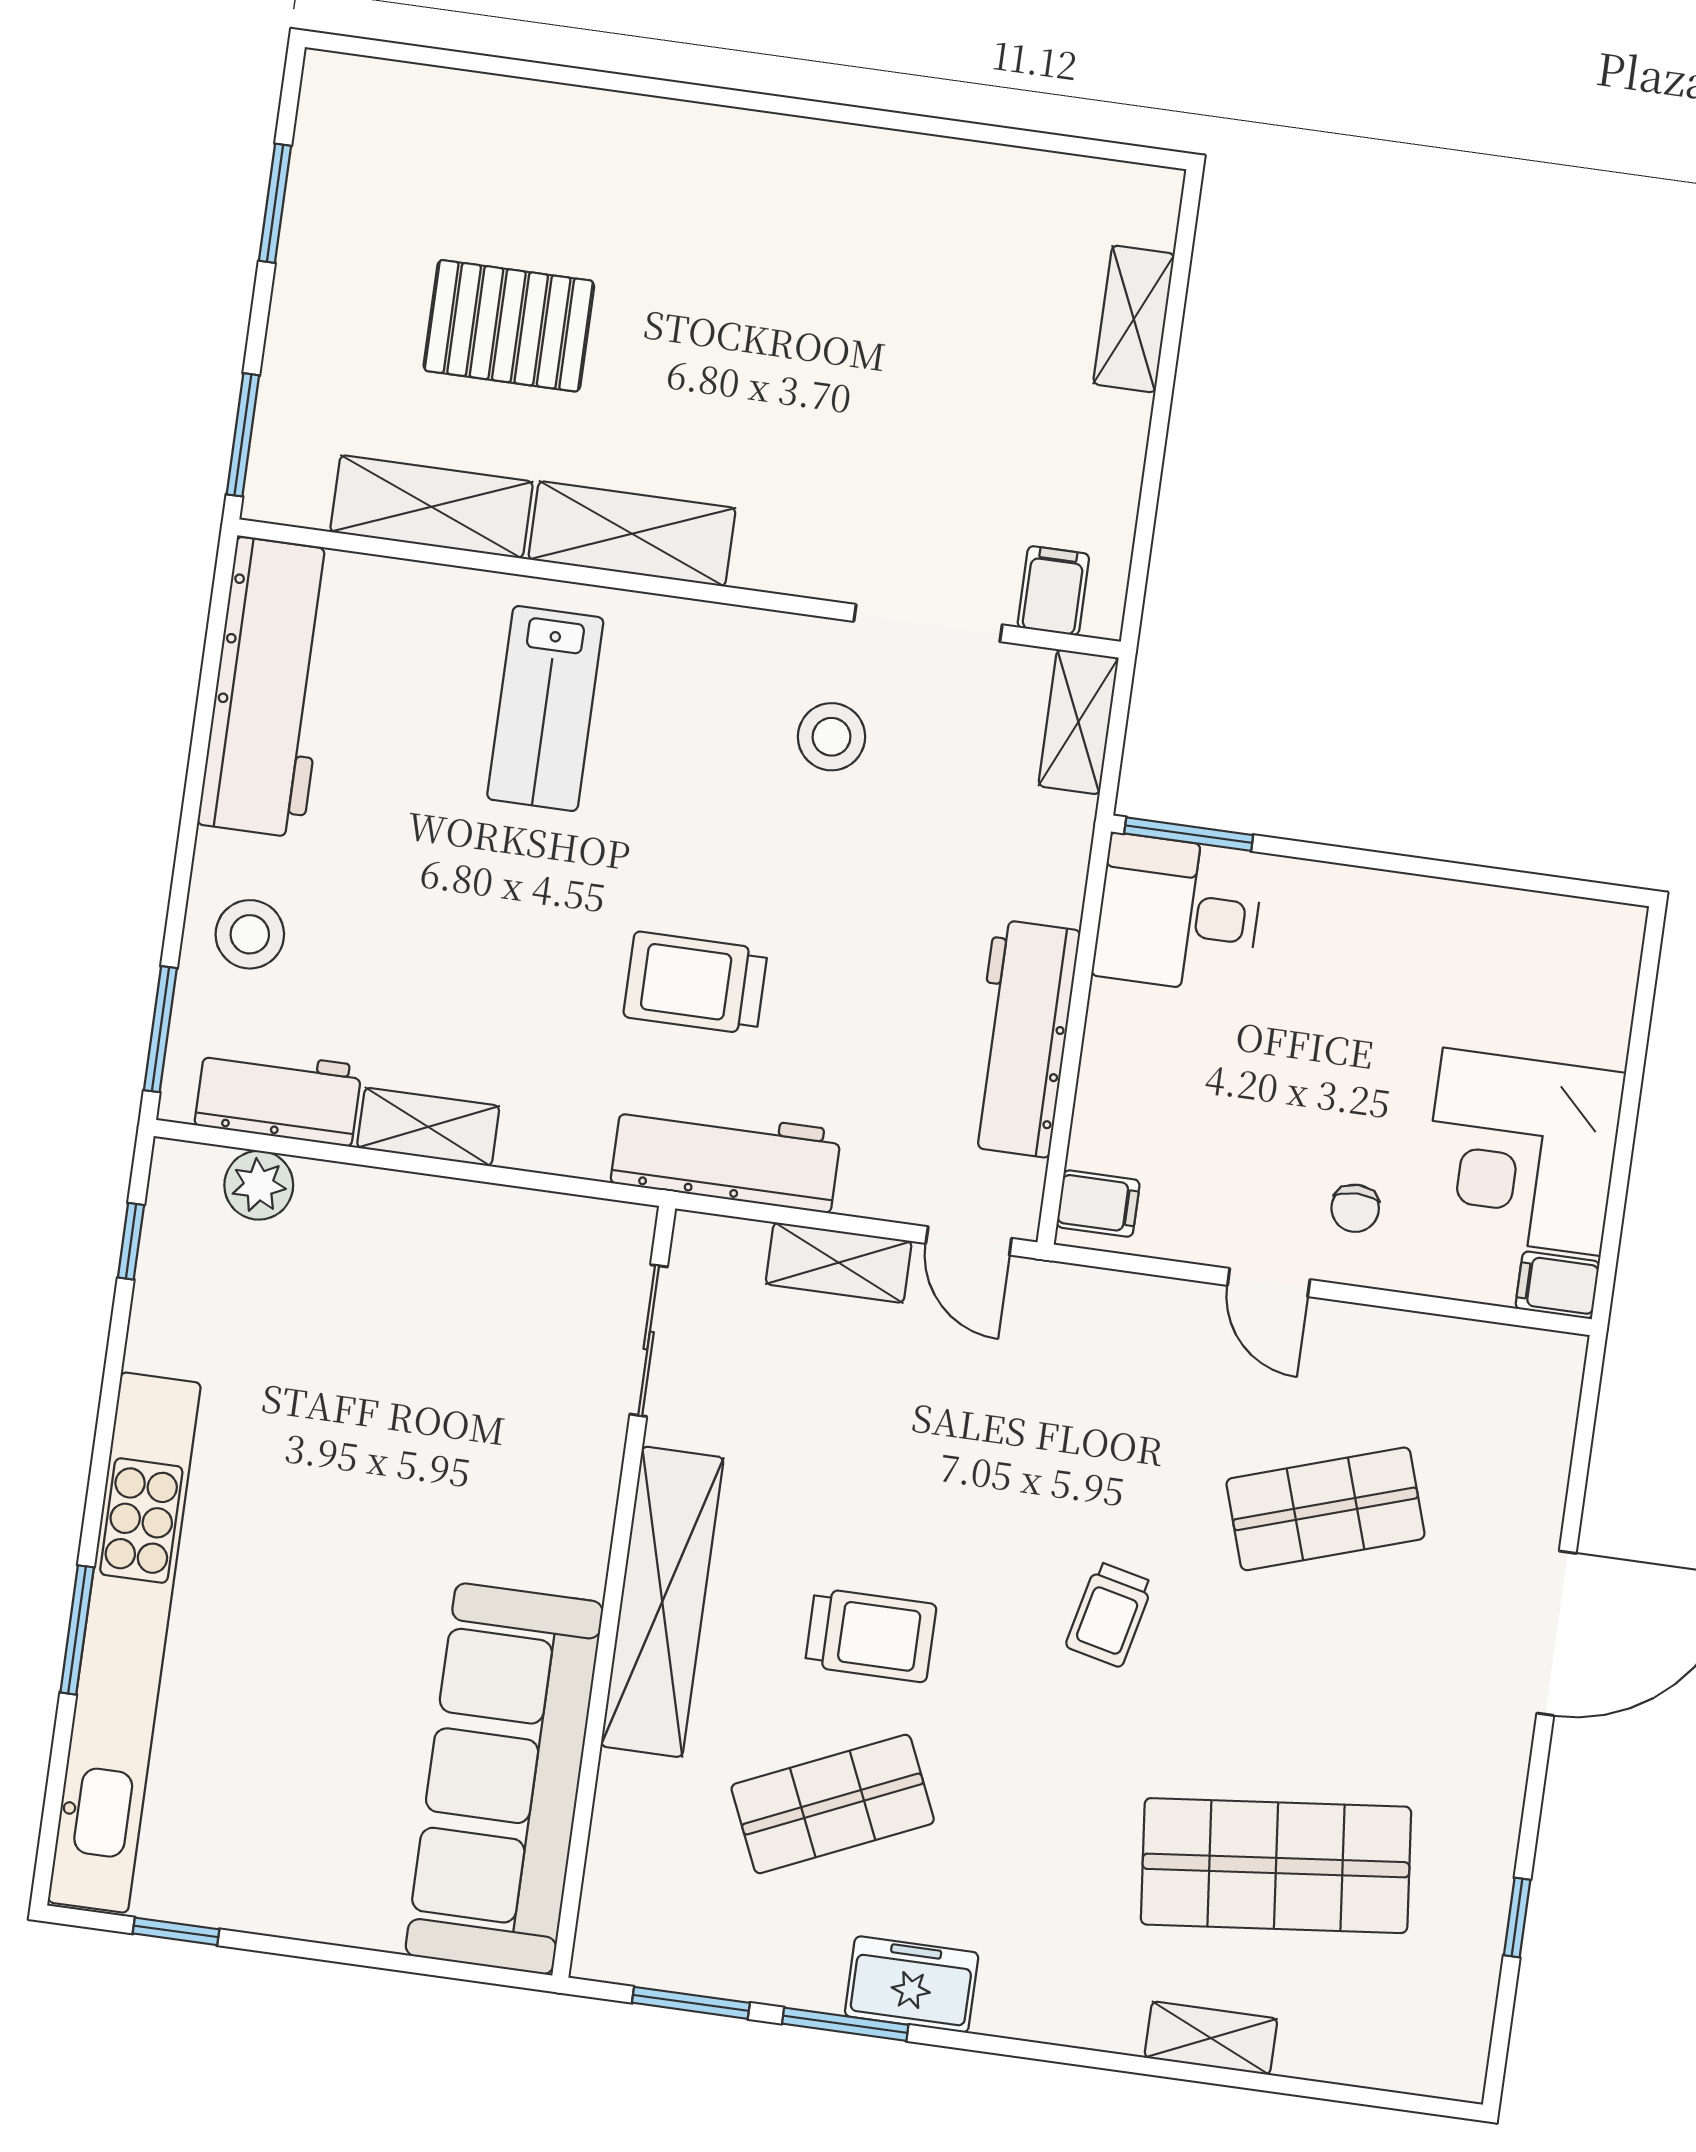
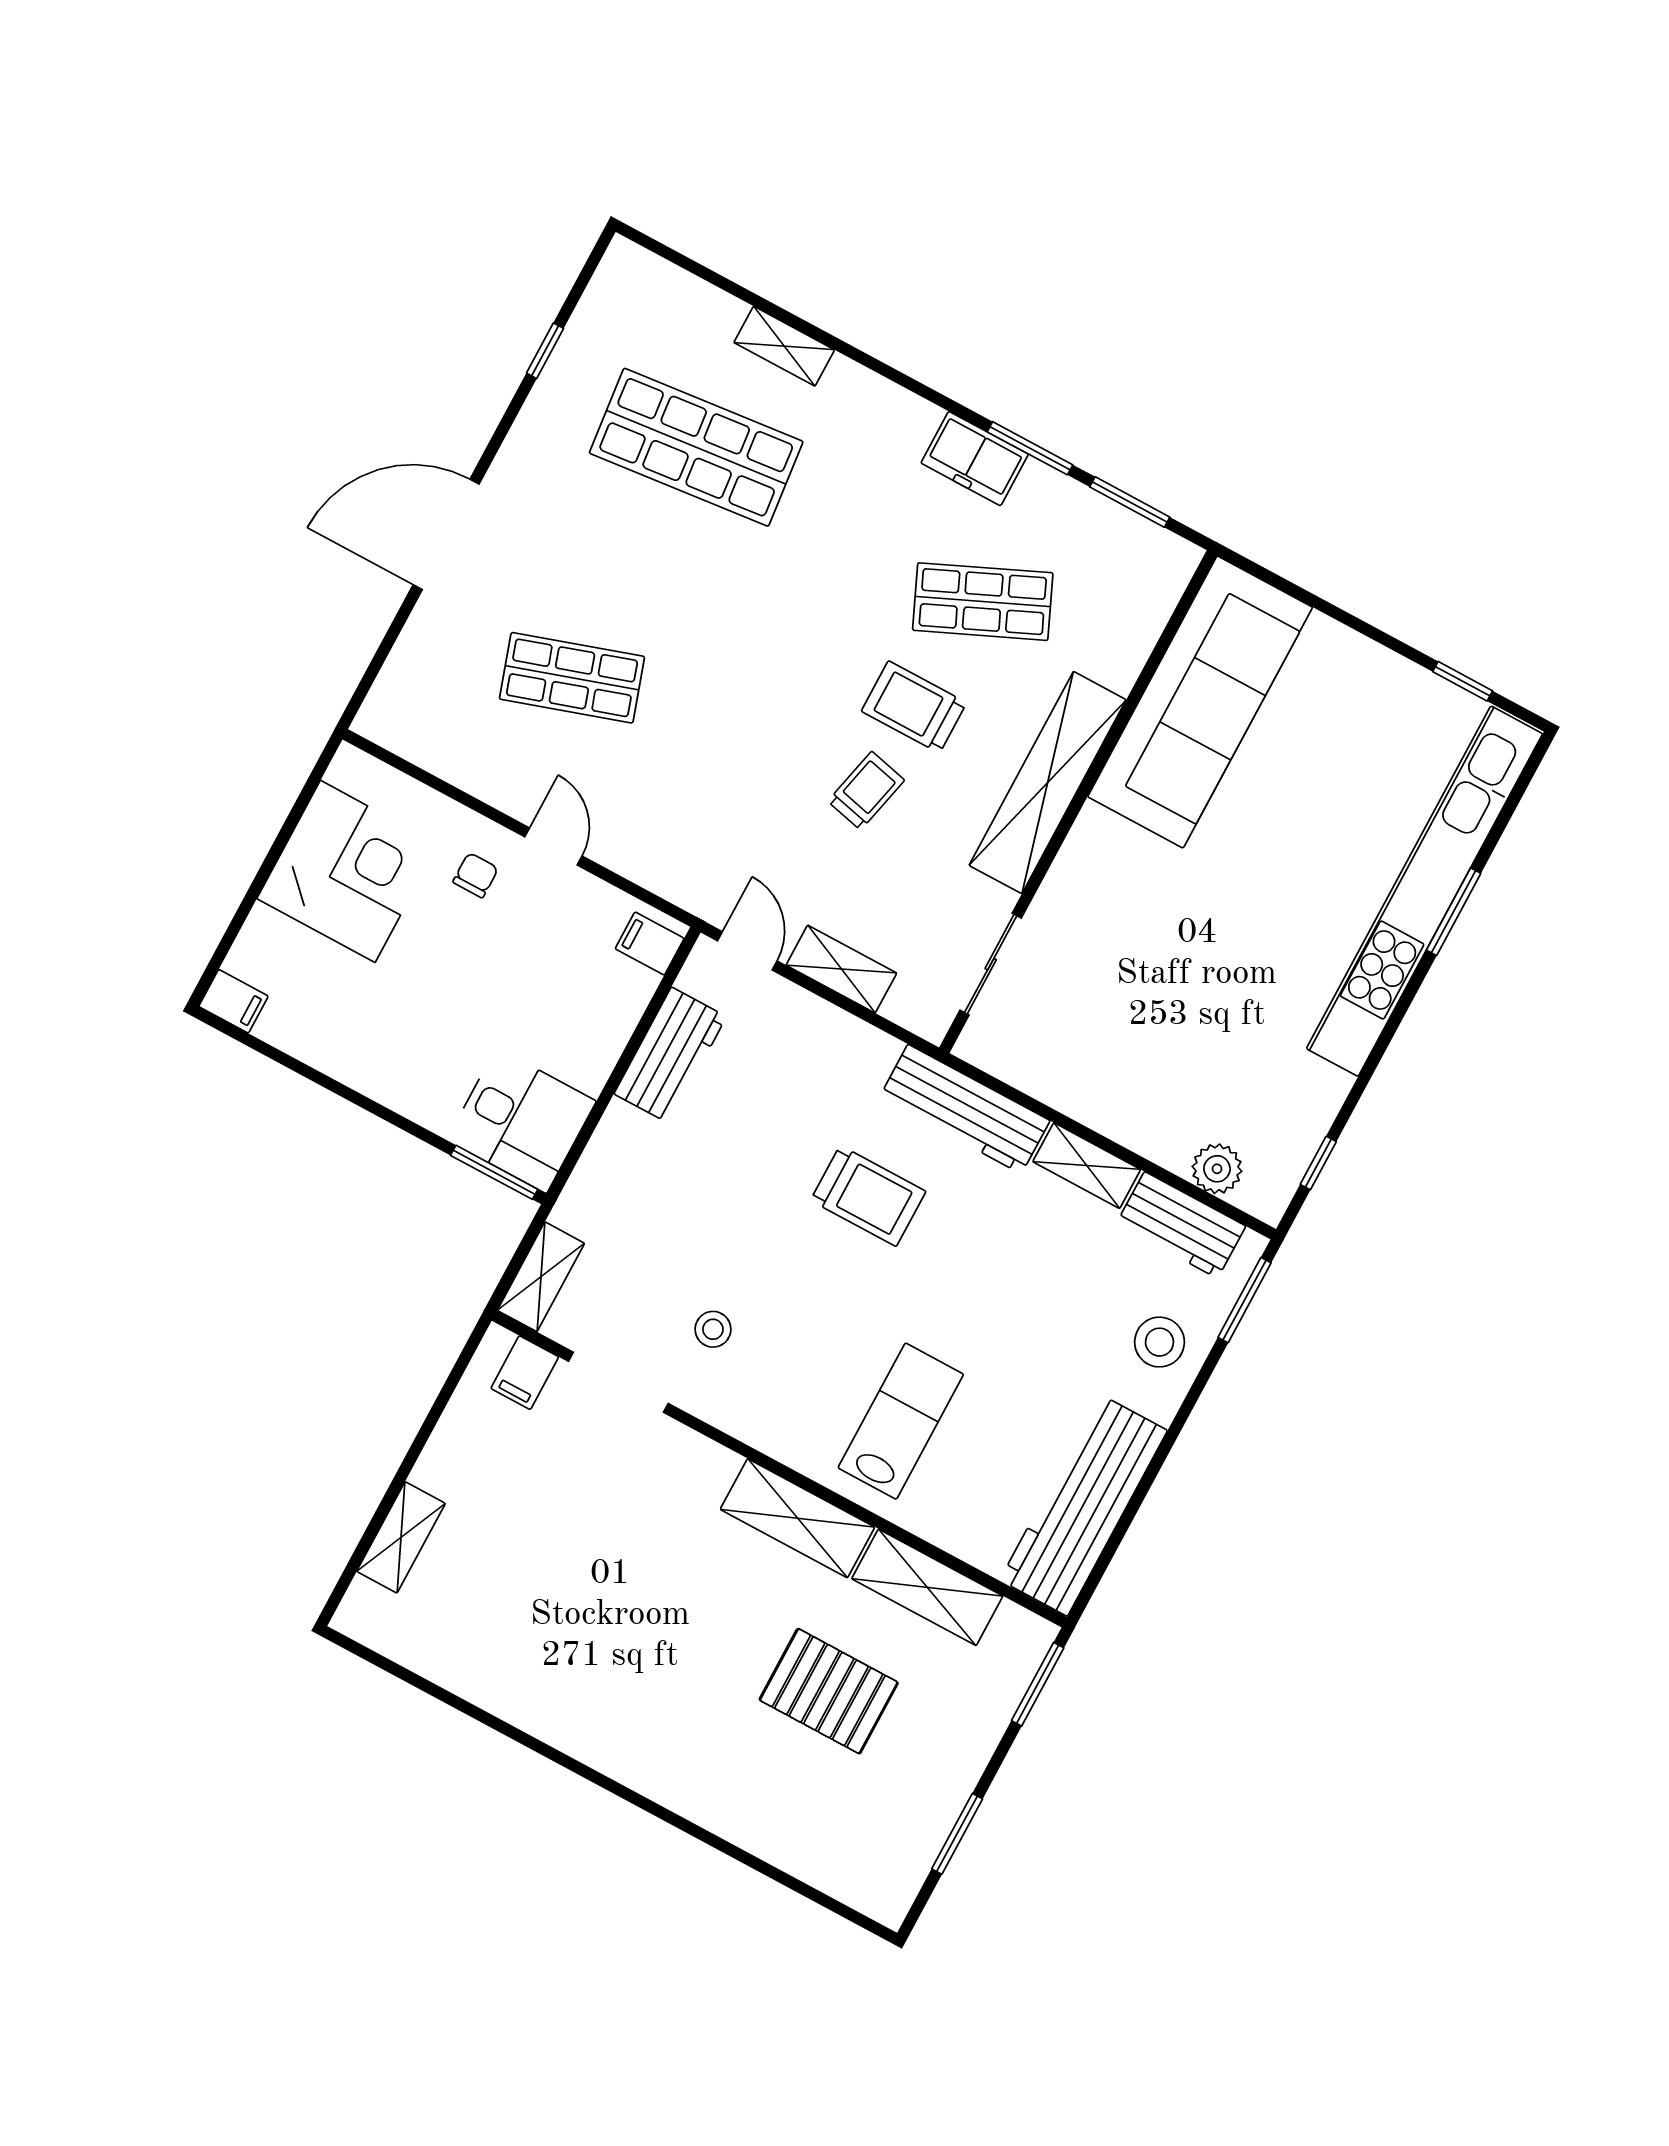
stool: (831, 737) -> (713, 1329), width x0.73, depth x0.73
workbench: (1022, 1038) -> (670, 1055), width x0.73
workbench: (726, 1157) -> (965, 1109), moved
filing cabinet: (1557, 1285) -> (233, 1001), moved
trolley: (1109, 1615) -> (866, 791), moved

